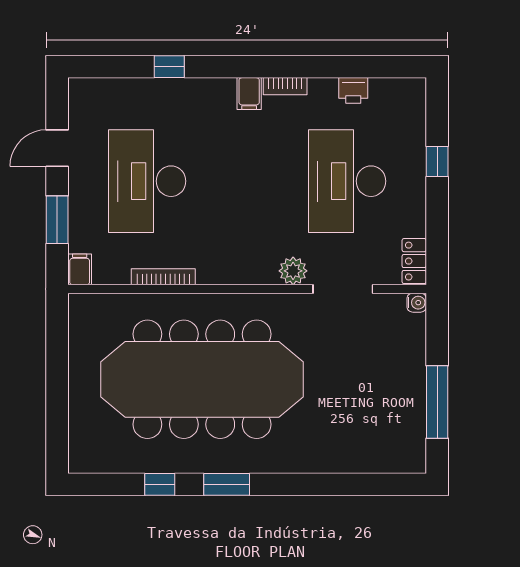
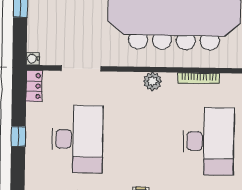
window: (437, 162) -> (18, 136), moved
plant: (293, 271) -> (152, 81), moved

